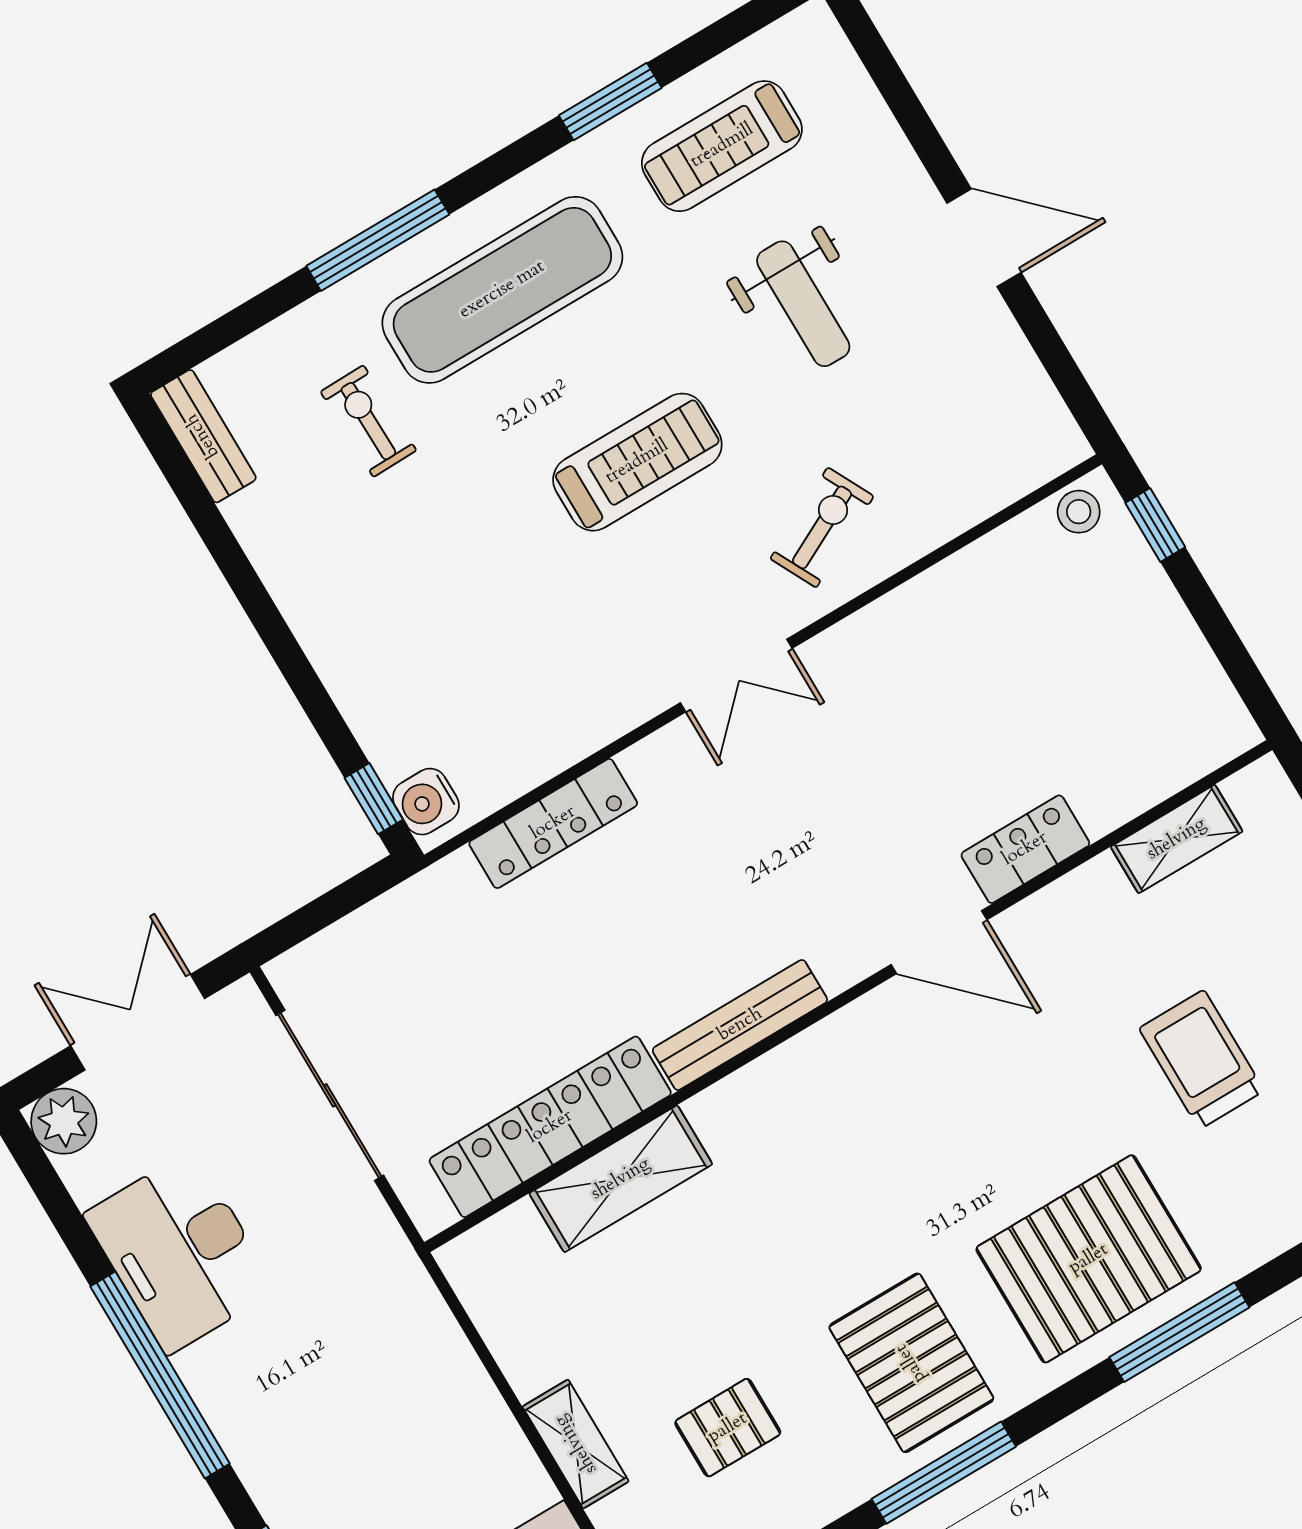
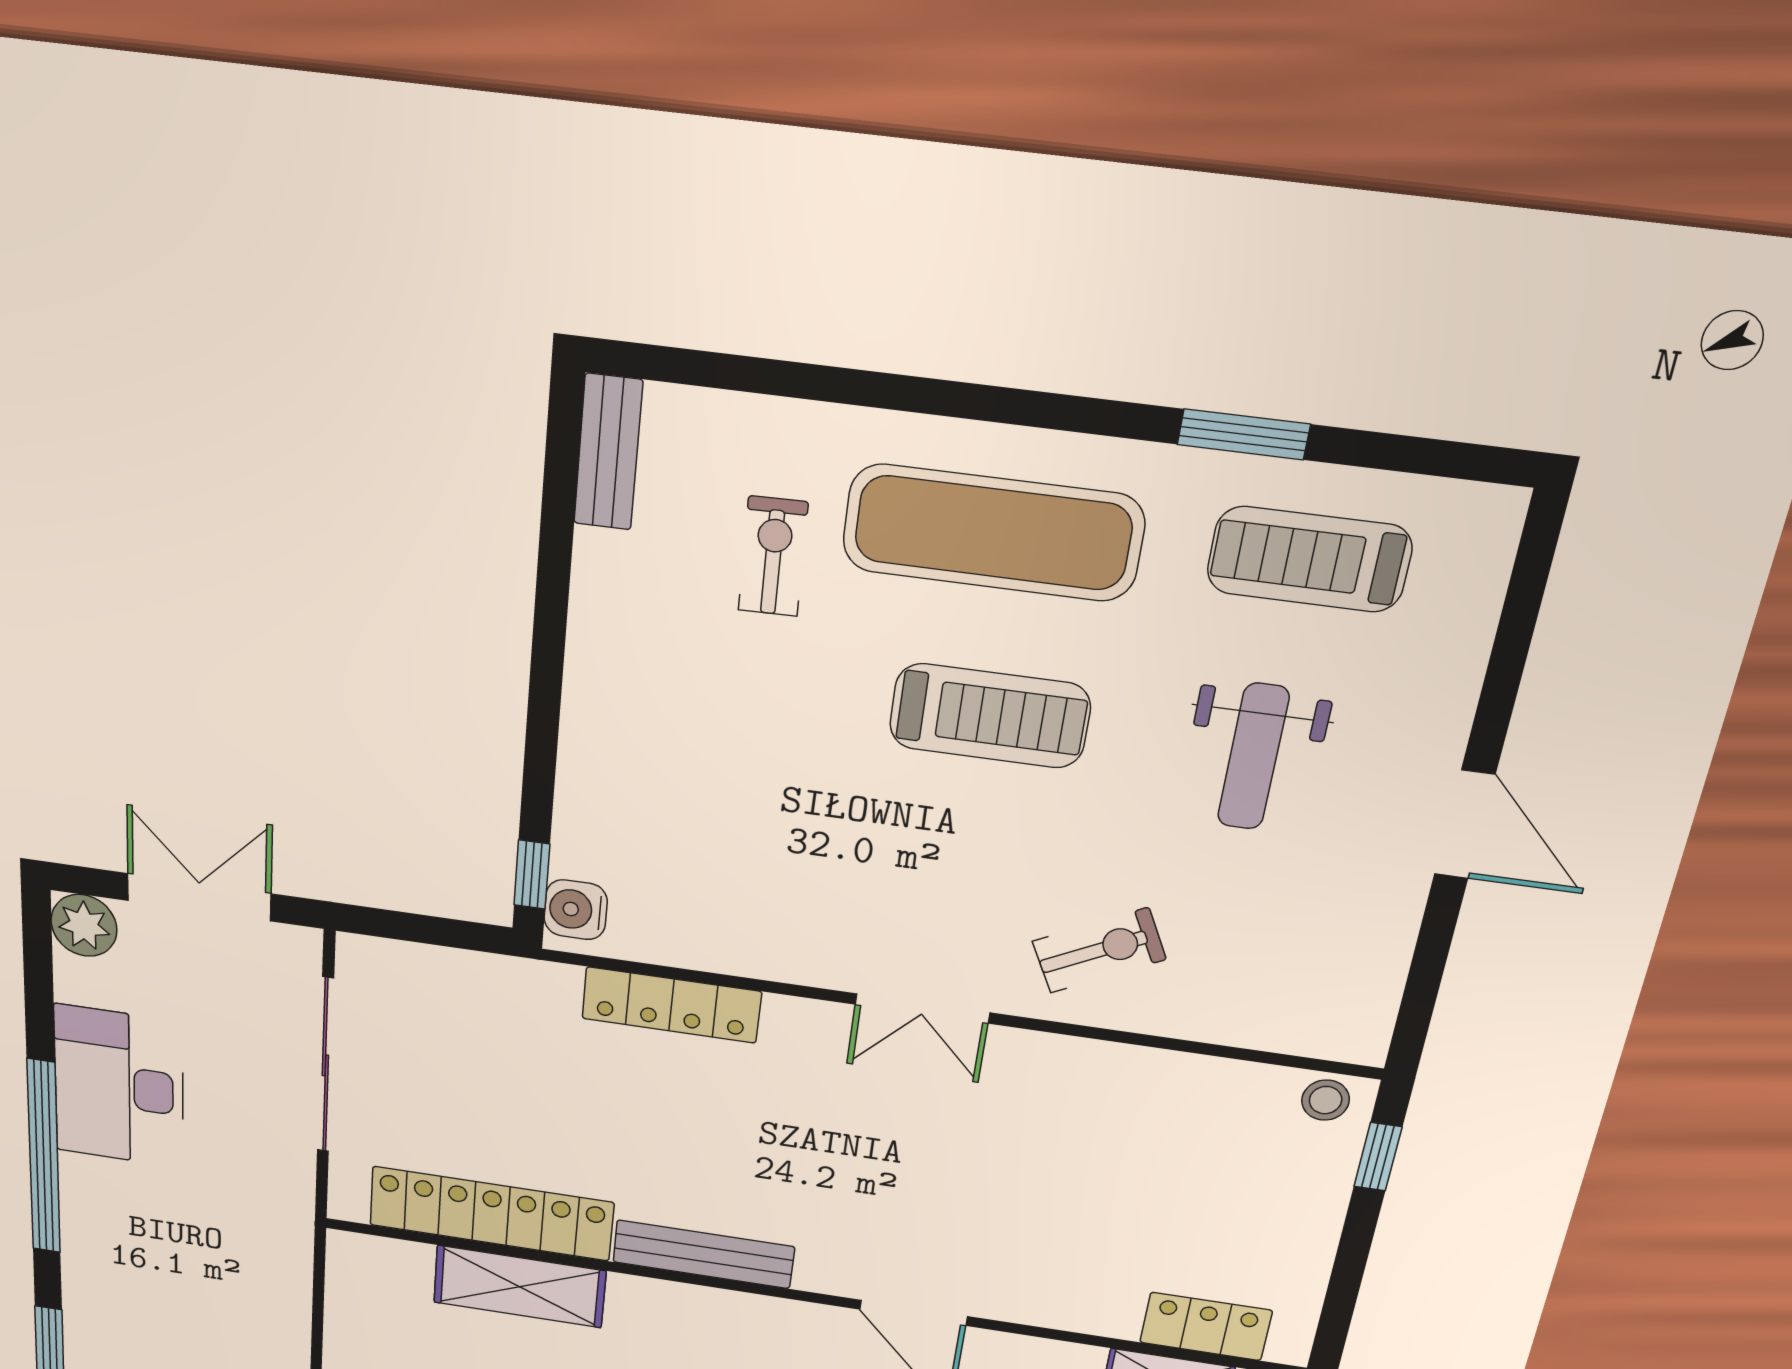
window: (378, 240) -> (914, 394), removed
treadmill: (637, 462) -> (990, 716), moved
locker: (1025, 849) -> (1206, 1326), moved

